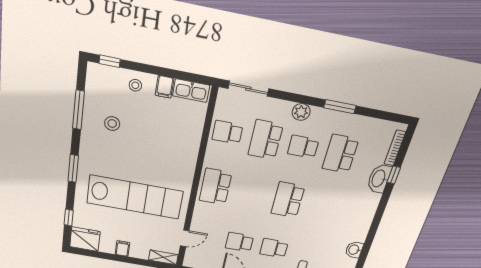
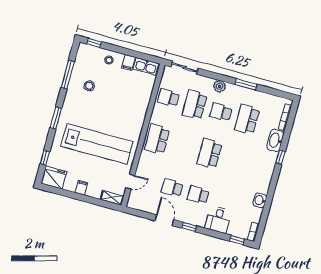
window: (394, 175) -> (281, 157), moved

